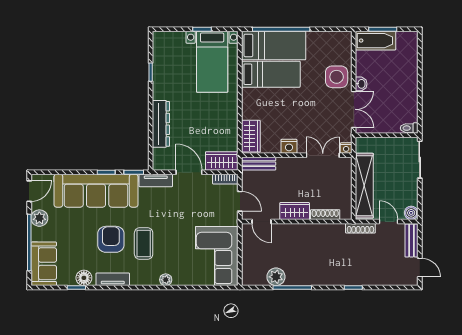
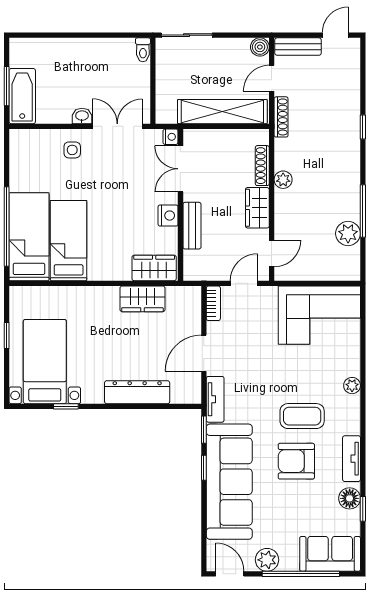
bed with nightstands: (212, 62) -> (45, 362), moved, turned -90
side table: (337, 77) -> (72, 150), width x0.54, depth x0.54
wardrobe: (222, 161) -> (142, 299), moved, turned -90
bench: (259, 164) -> (192, 226), moved
plant: (315, 230) -> (283, 180), added

